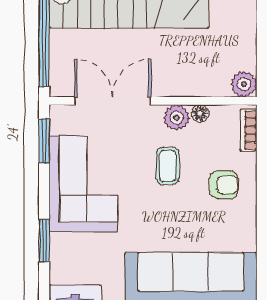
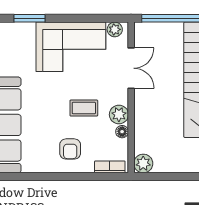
double door: (113, 101) -> (131, 68), width x0.73
plant: (60, 123) -> (115, 29), added
window: (44, 141) -> (102, 18), removed

